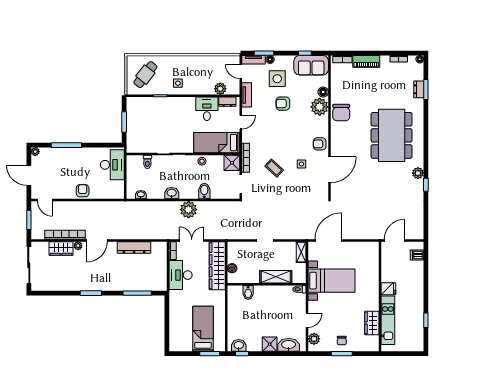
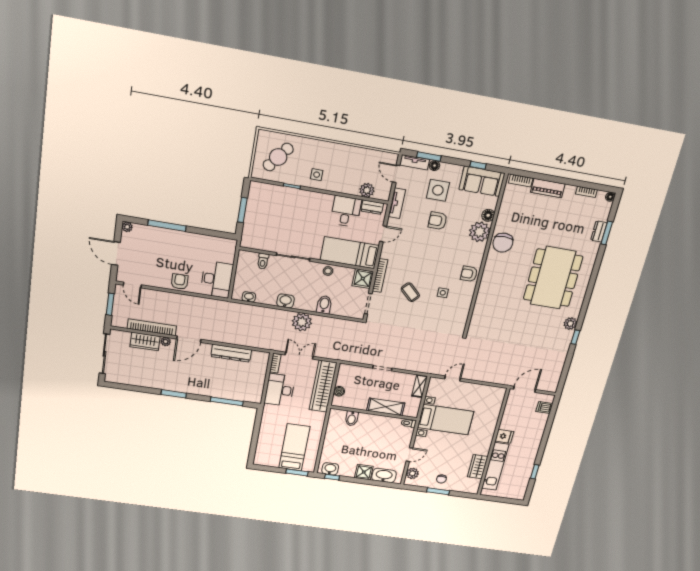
desk: (112, 165) -> (217, 279), moved
door: (329, 170) -> (473, 304), removed
door: (328, 240) -> (453, 379), width x0.53

